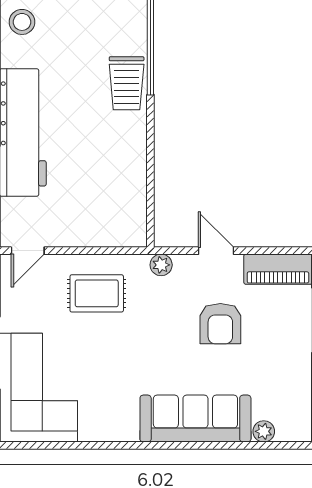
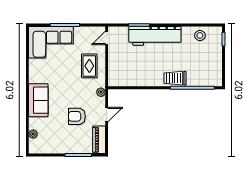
door: (28, 251) -> (107, 38), hinge flipped
sofa: (195, 419) -> (38, 100), width x0.73

